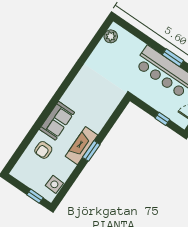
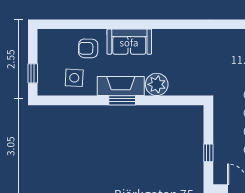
plant: (96, 122) -> (157, 84), added
side table: (54, 184) -> (74, 78), moved

